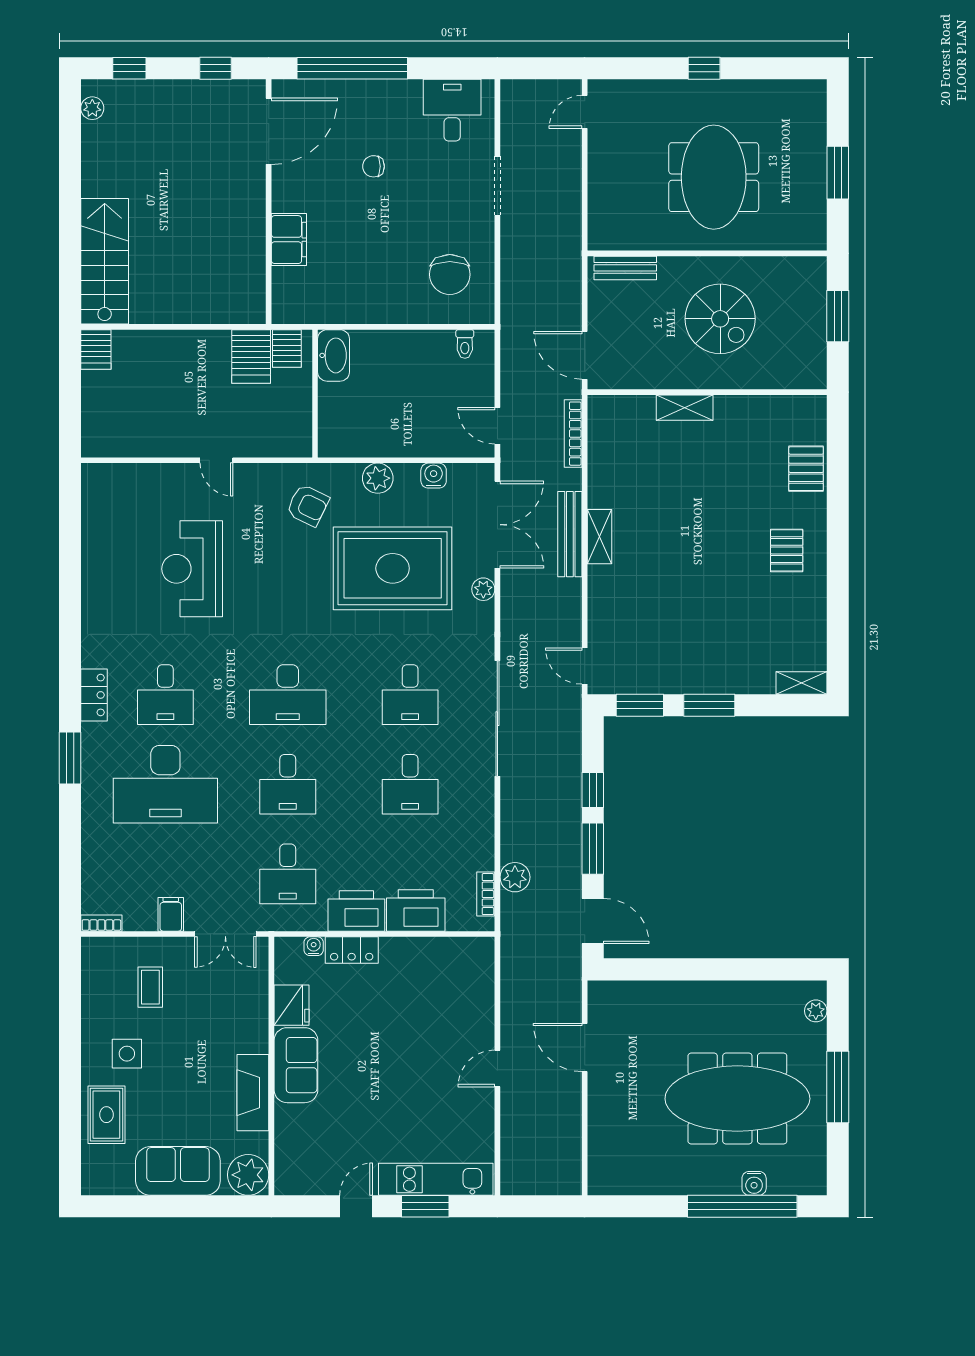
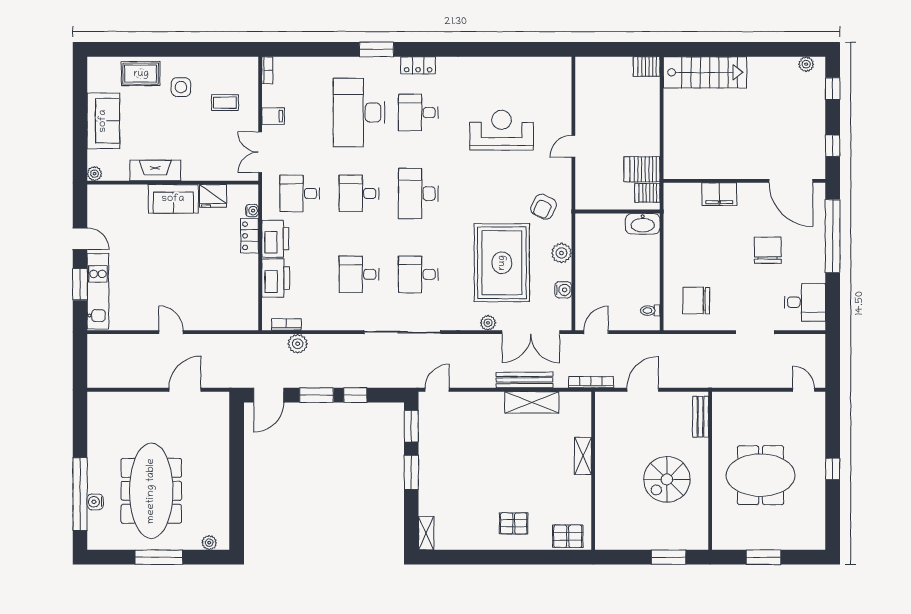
chair: (373, 166) -> (768, 250), width x1.87, depth x1.87
wall: (707, 392) -> (593, 471), moved
shelving: (685, 408) -> (583, 456), moved
shelving: (600, 537) -> (532, 402), width x1.50, depth x1.33
plant: (248, 1175) -> (94, 174), width x0.53, depth x0.53

